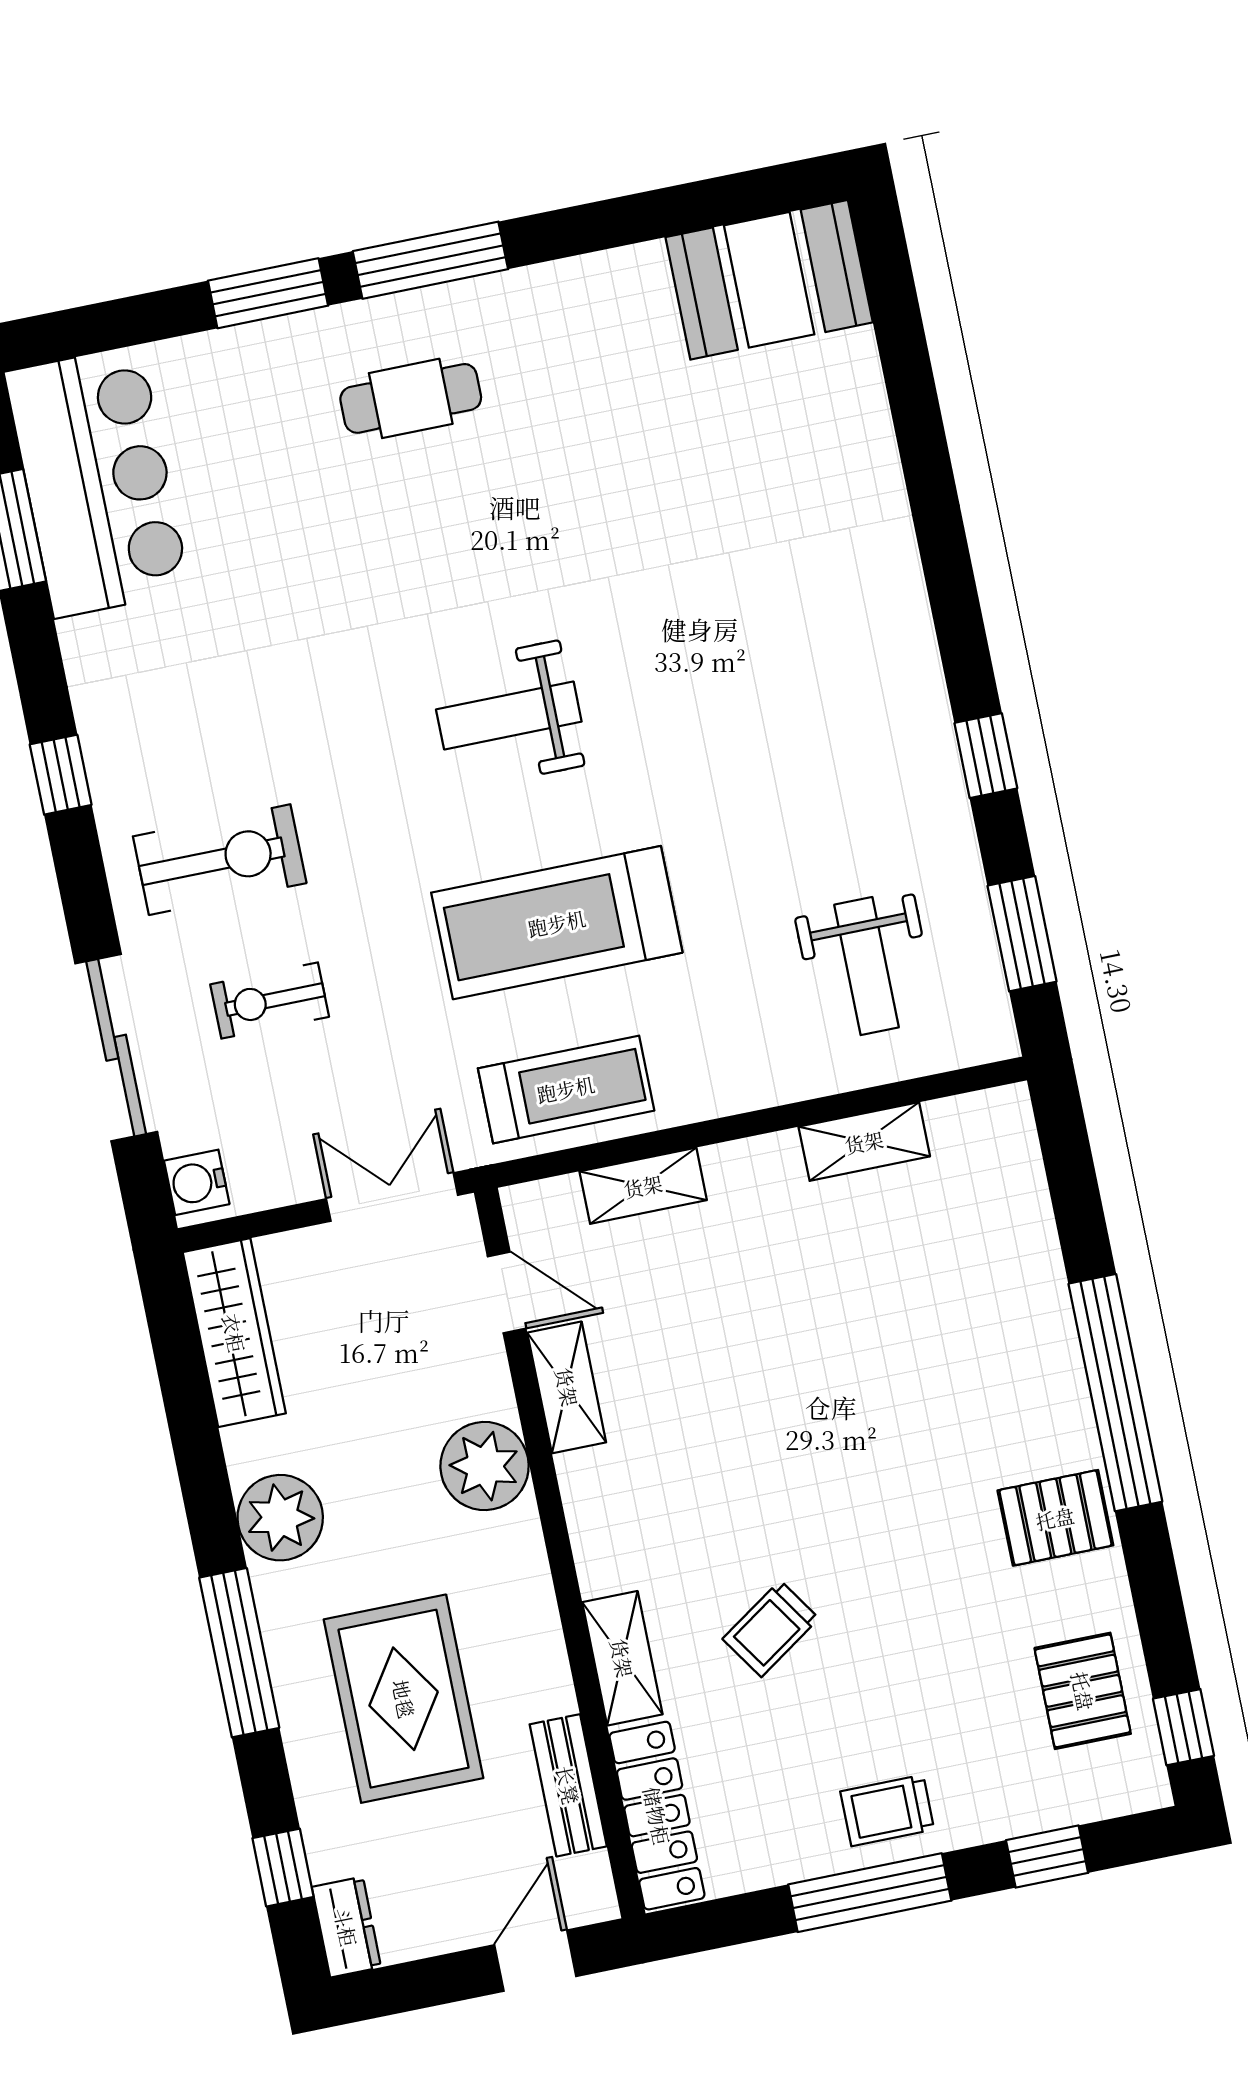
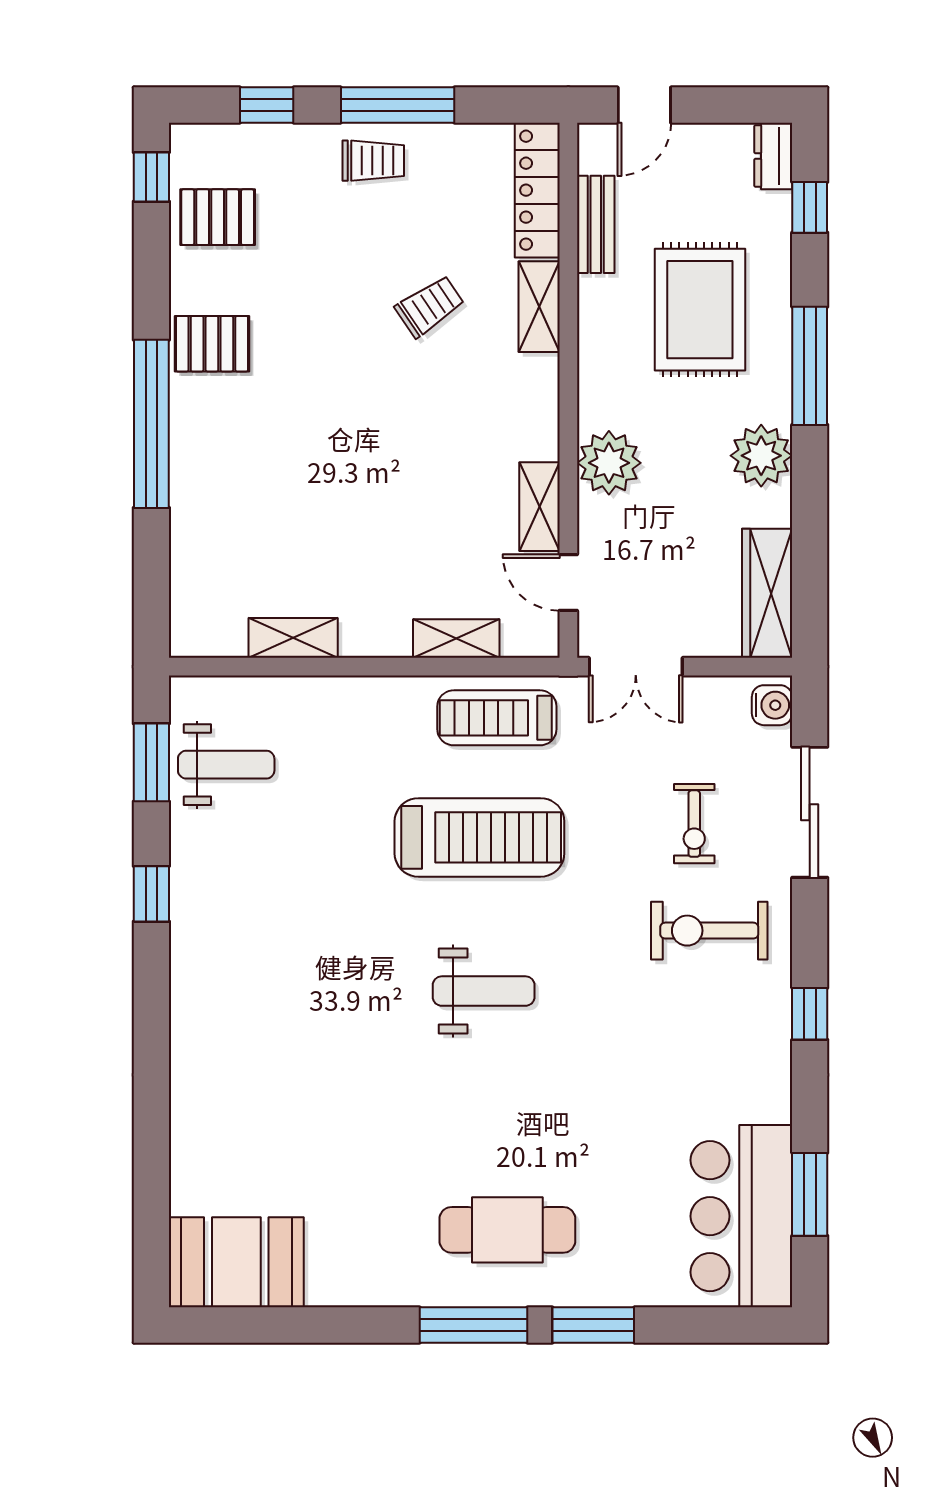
cafe table: (411, 398) -> (507, 1230), width x1.37, depth x1.35
weight bench: (867, 966) -> (226, 765), moved, turned 90
exercise bike: (270, 1001) -> (694, 824), turned 90
pallet: (1083, 1691) -> (218, 217), turned 90

